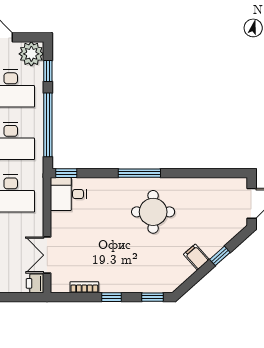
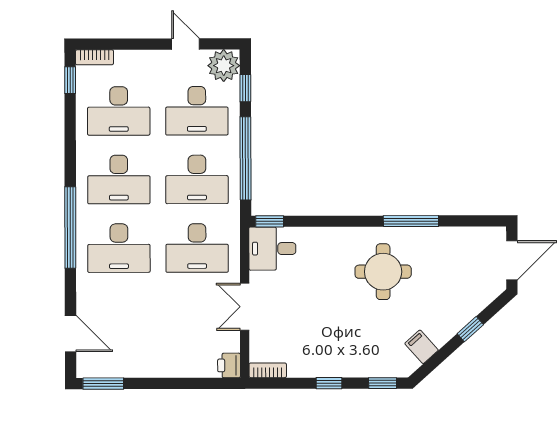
window: (139, 173) -> (411, 221), moved
double door: (47, 255) -> (245, 307), moved
filing cabinet: (196, 257) -> (422, 347), moved
bookcase: (84, 287) -> (268, 370), moved

